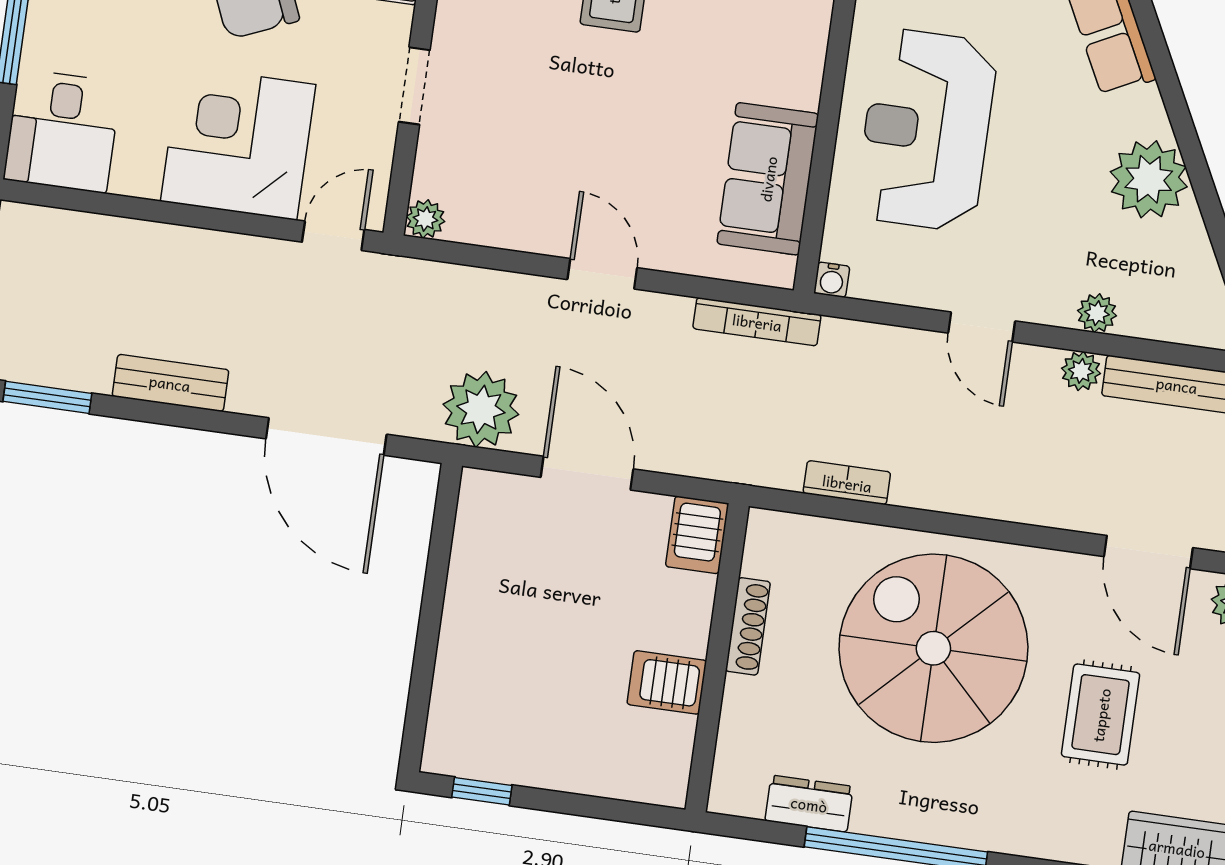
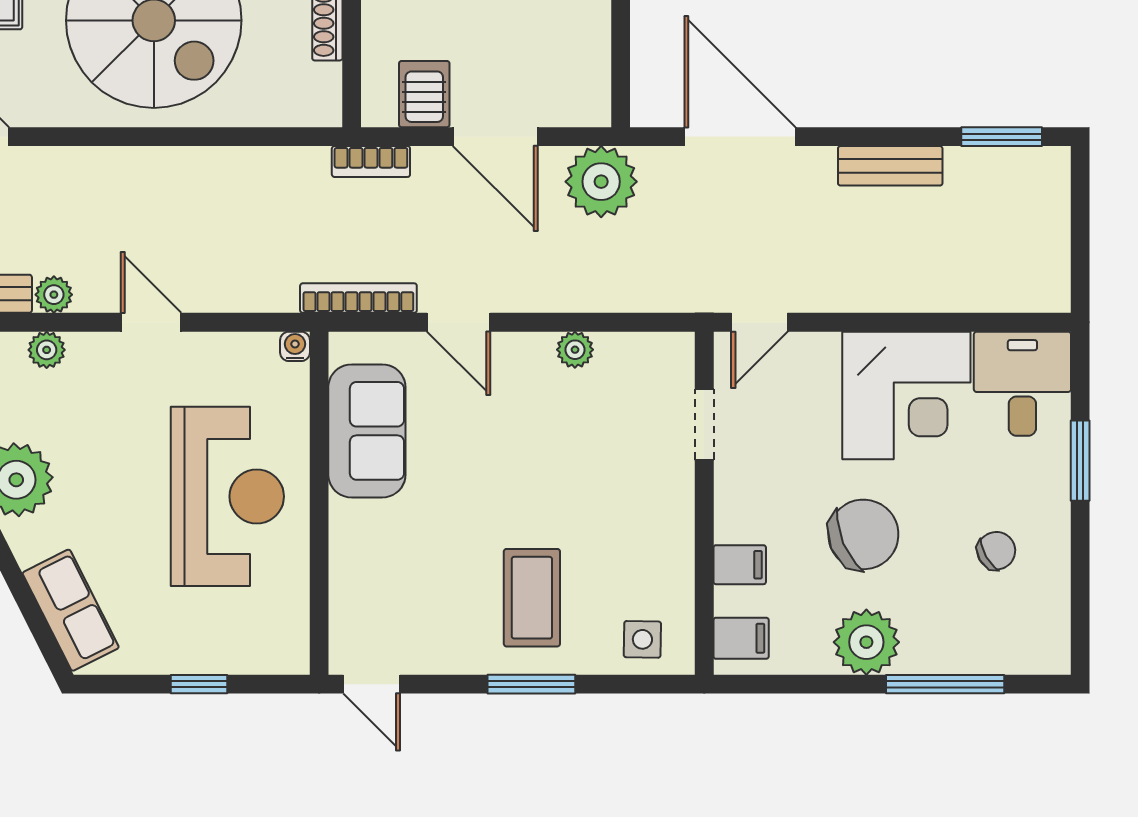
doorway: (414, 86) -> (704, 425), moved
corner desk: (238, 143) -> (906, 395), moved
plant: (425, 219) -> (575, 350), moved
door: (602, 274) -> (459, 322), moved
bookcase: (847, 483) -> (371, 162), moved
server rack: (697, 535) -> (424, 94), moved

